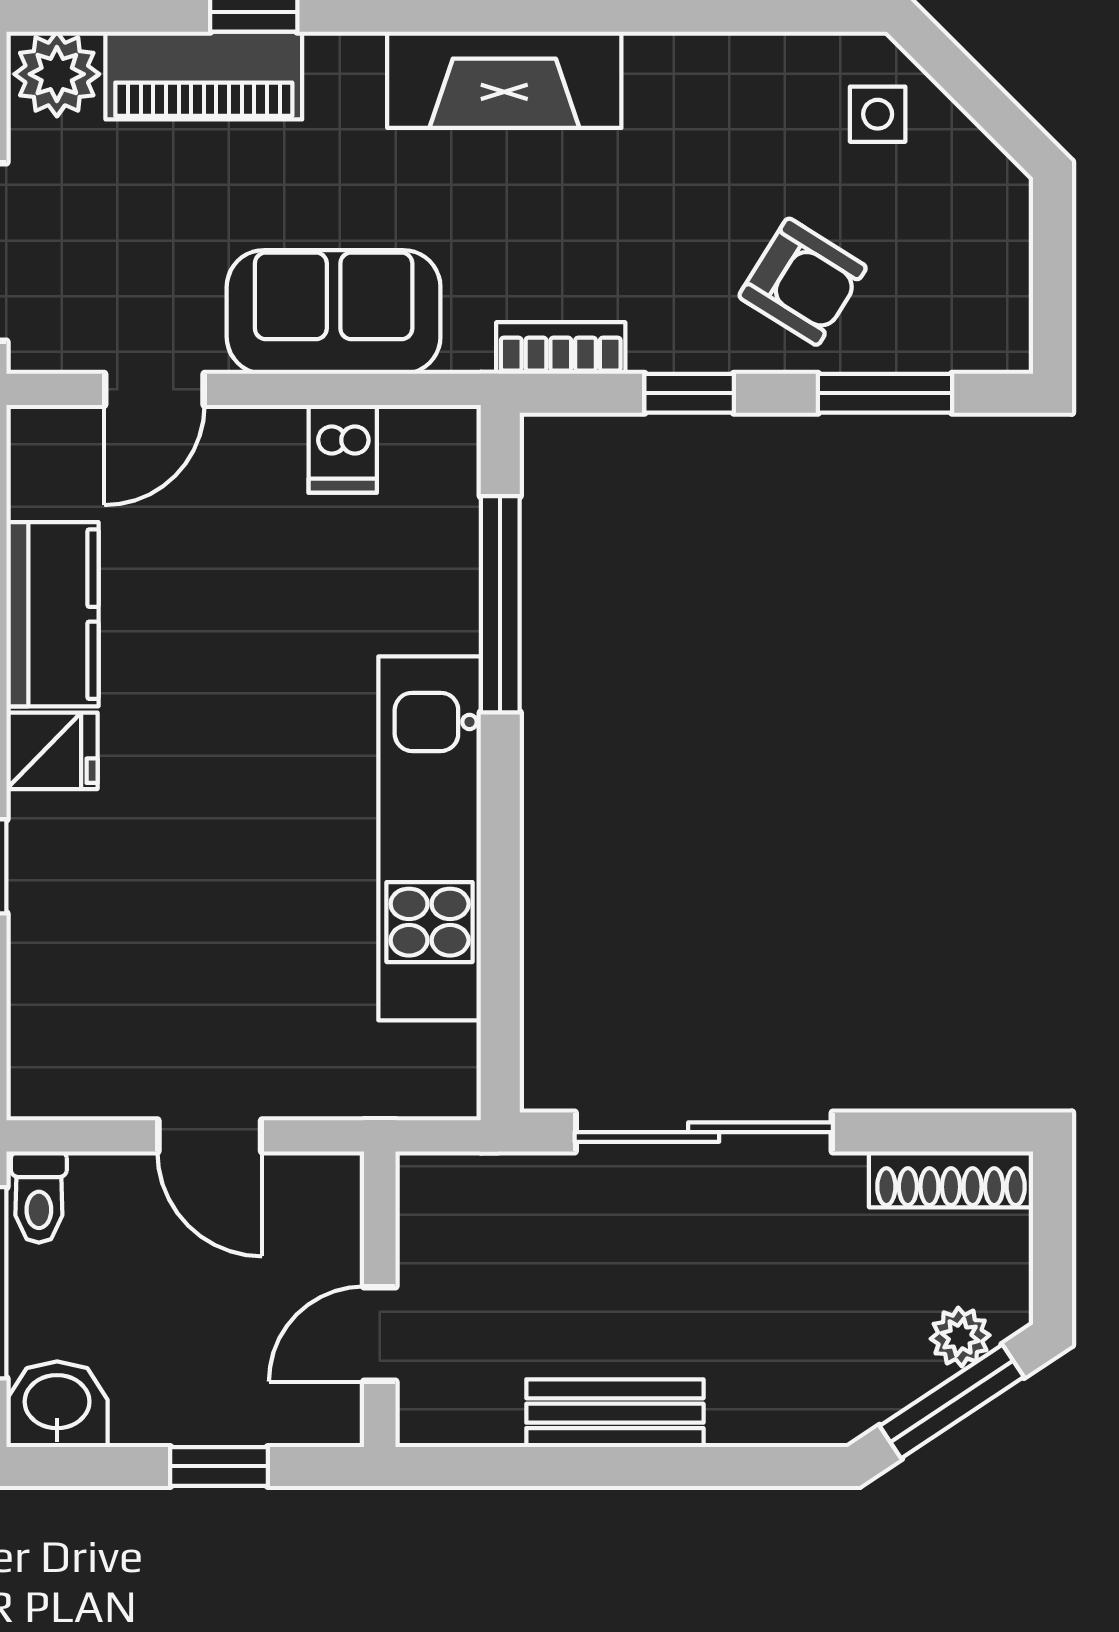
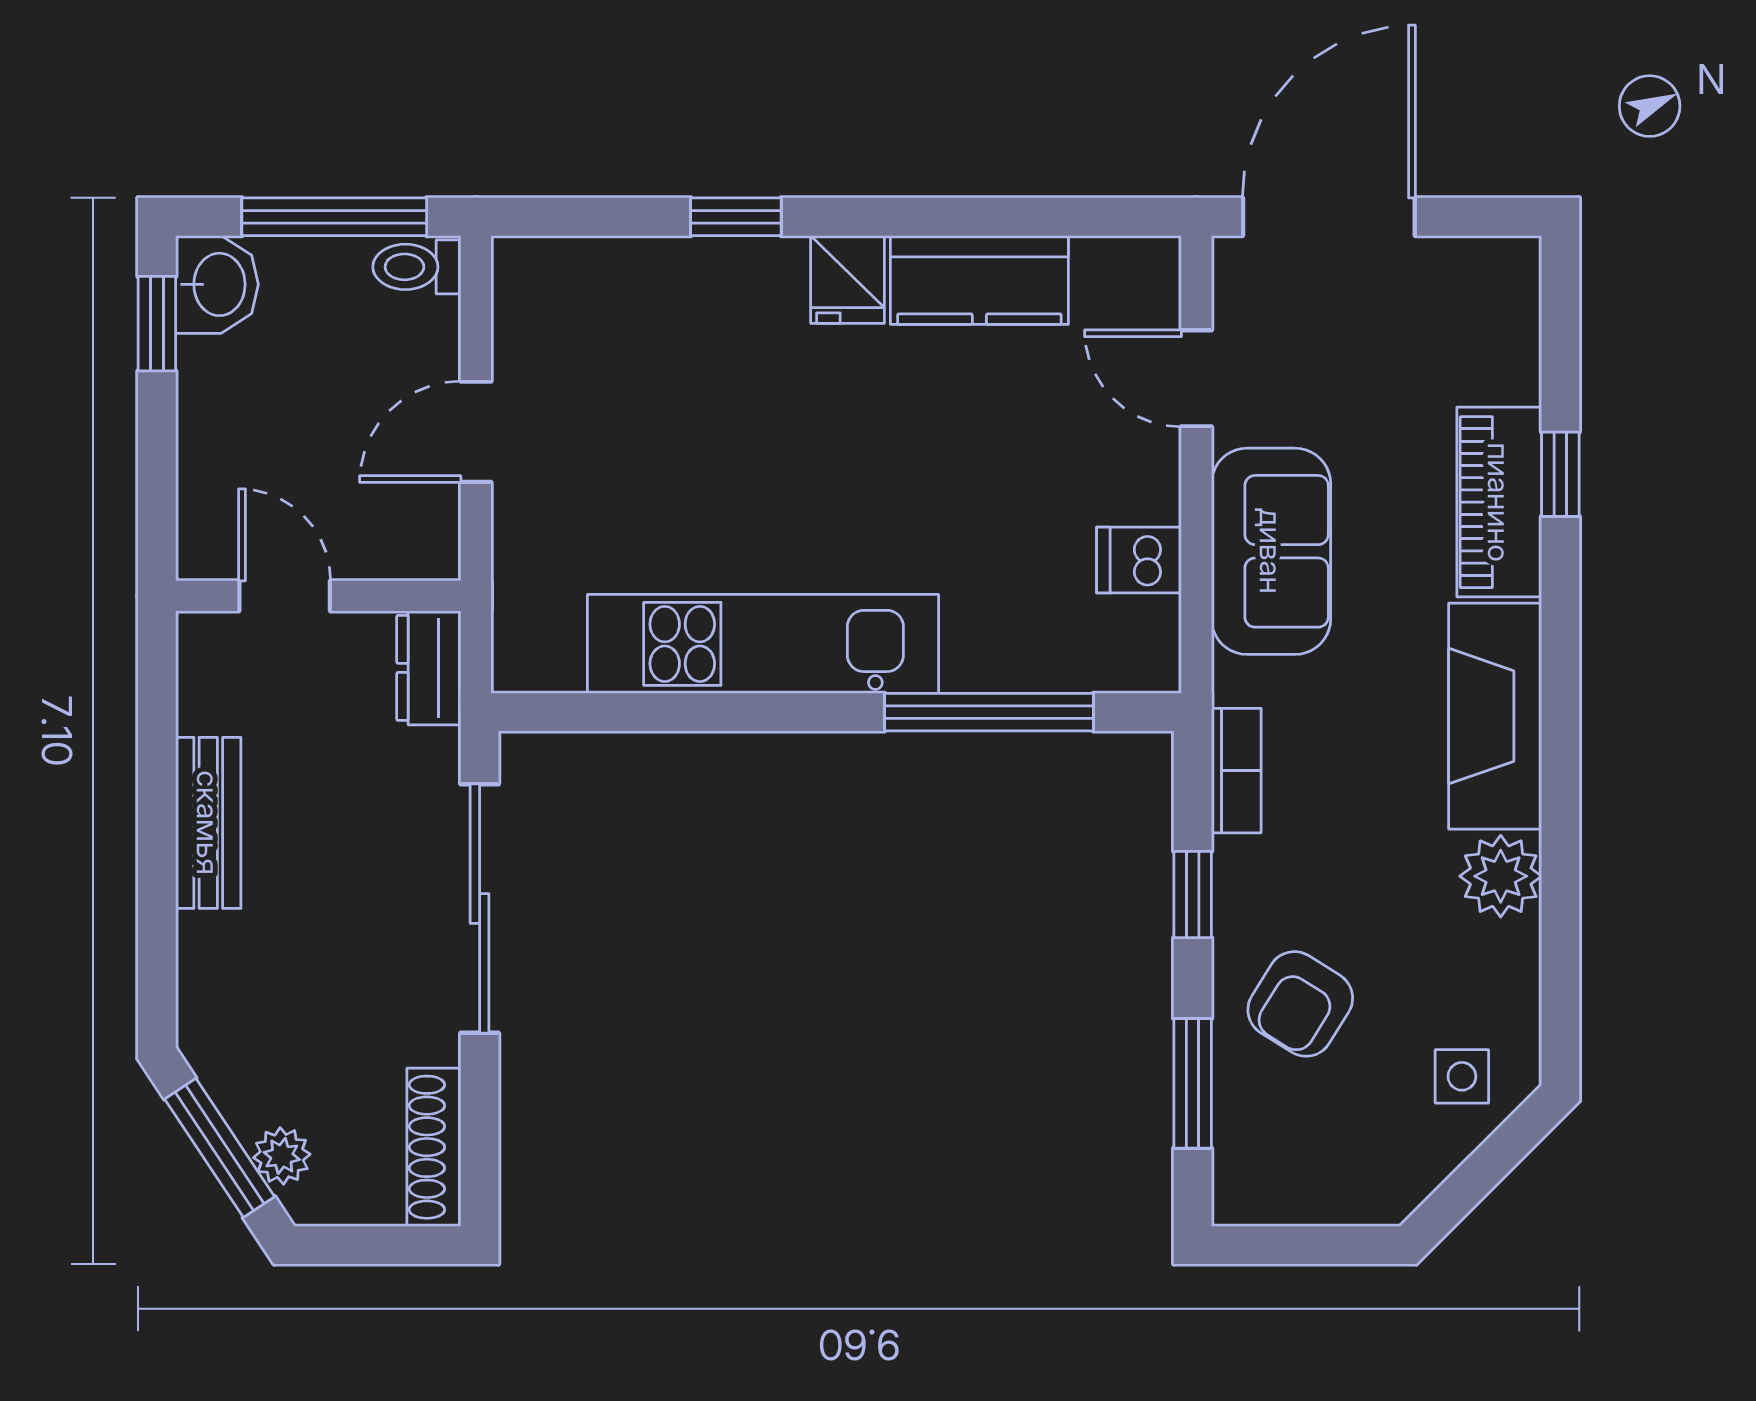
plant: (57, 74) -> (1501, 876), moved
piano: (204, 76) -> (1499, 502), moved
dresser: (454, 1185) -> (429, 668), added
window: (219, 1466) -> (157, 324), moved

